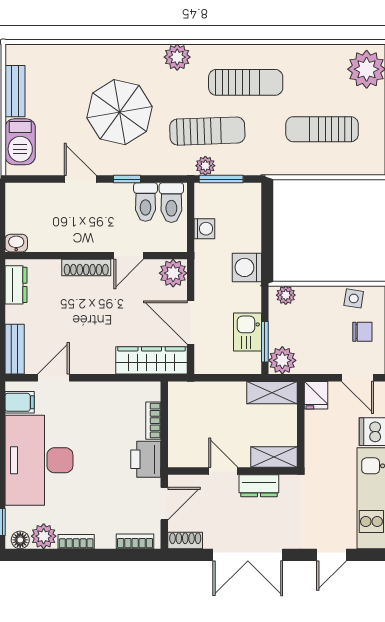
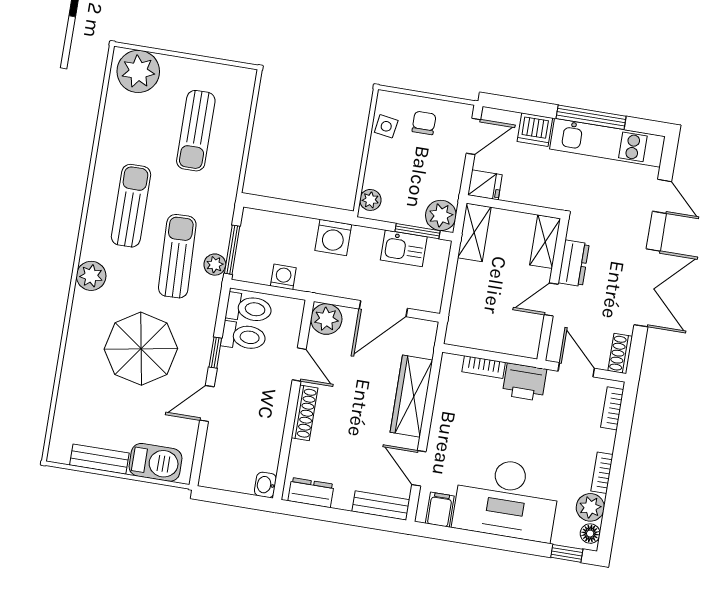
wardrobe: (152, 360) -> (411, 396), moved

